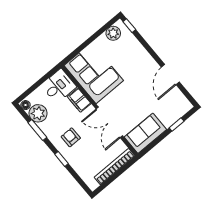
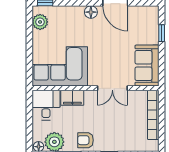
floor lamp: (150, 63) -> (91, 12), added
double door: (109, 122) -> (112, 88), width x0.73
armchair: (71, 137) -> (85, 140), moved

